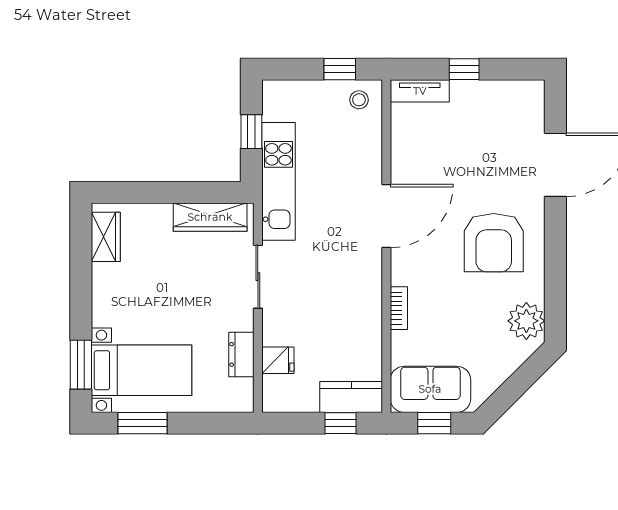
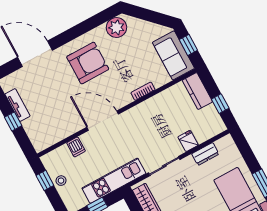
tv unit: (420, 91) -> (17, 105), moved
stool: (359, 100) -> (61, 181), moved
dishwasher: (367, 149) -> (76, 147), added
fridge: (278, 360) -> (188, 141), moved
window: (340, 423) -> (220, 104), moved

